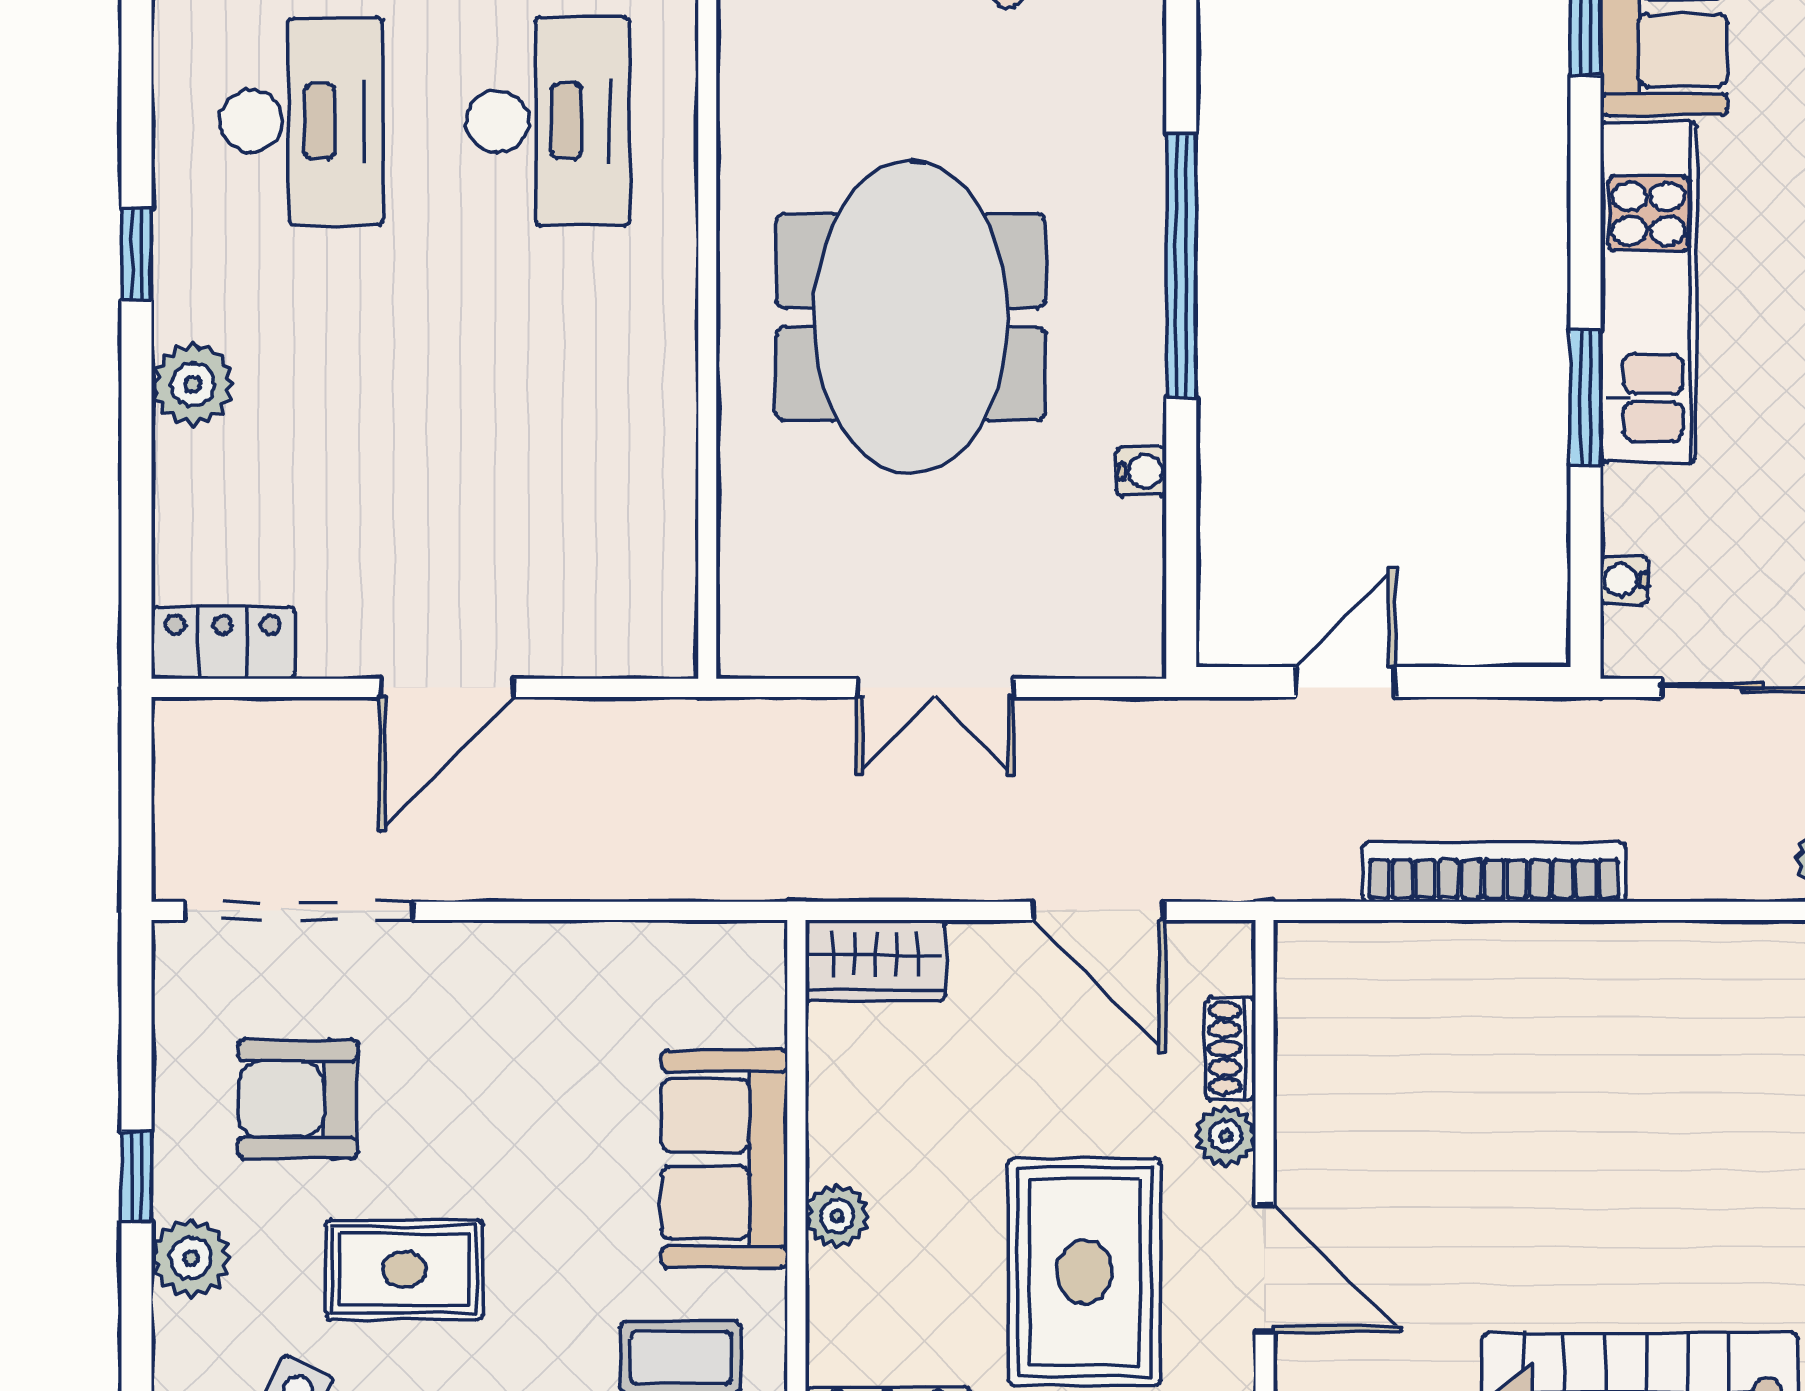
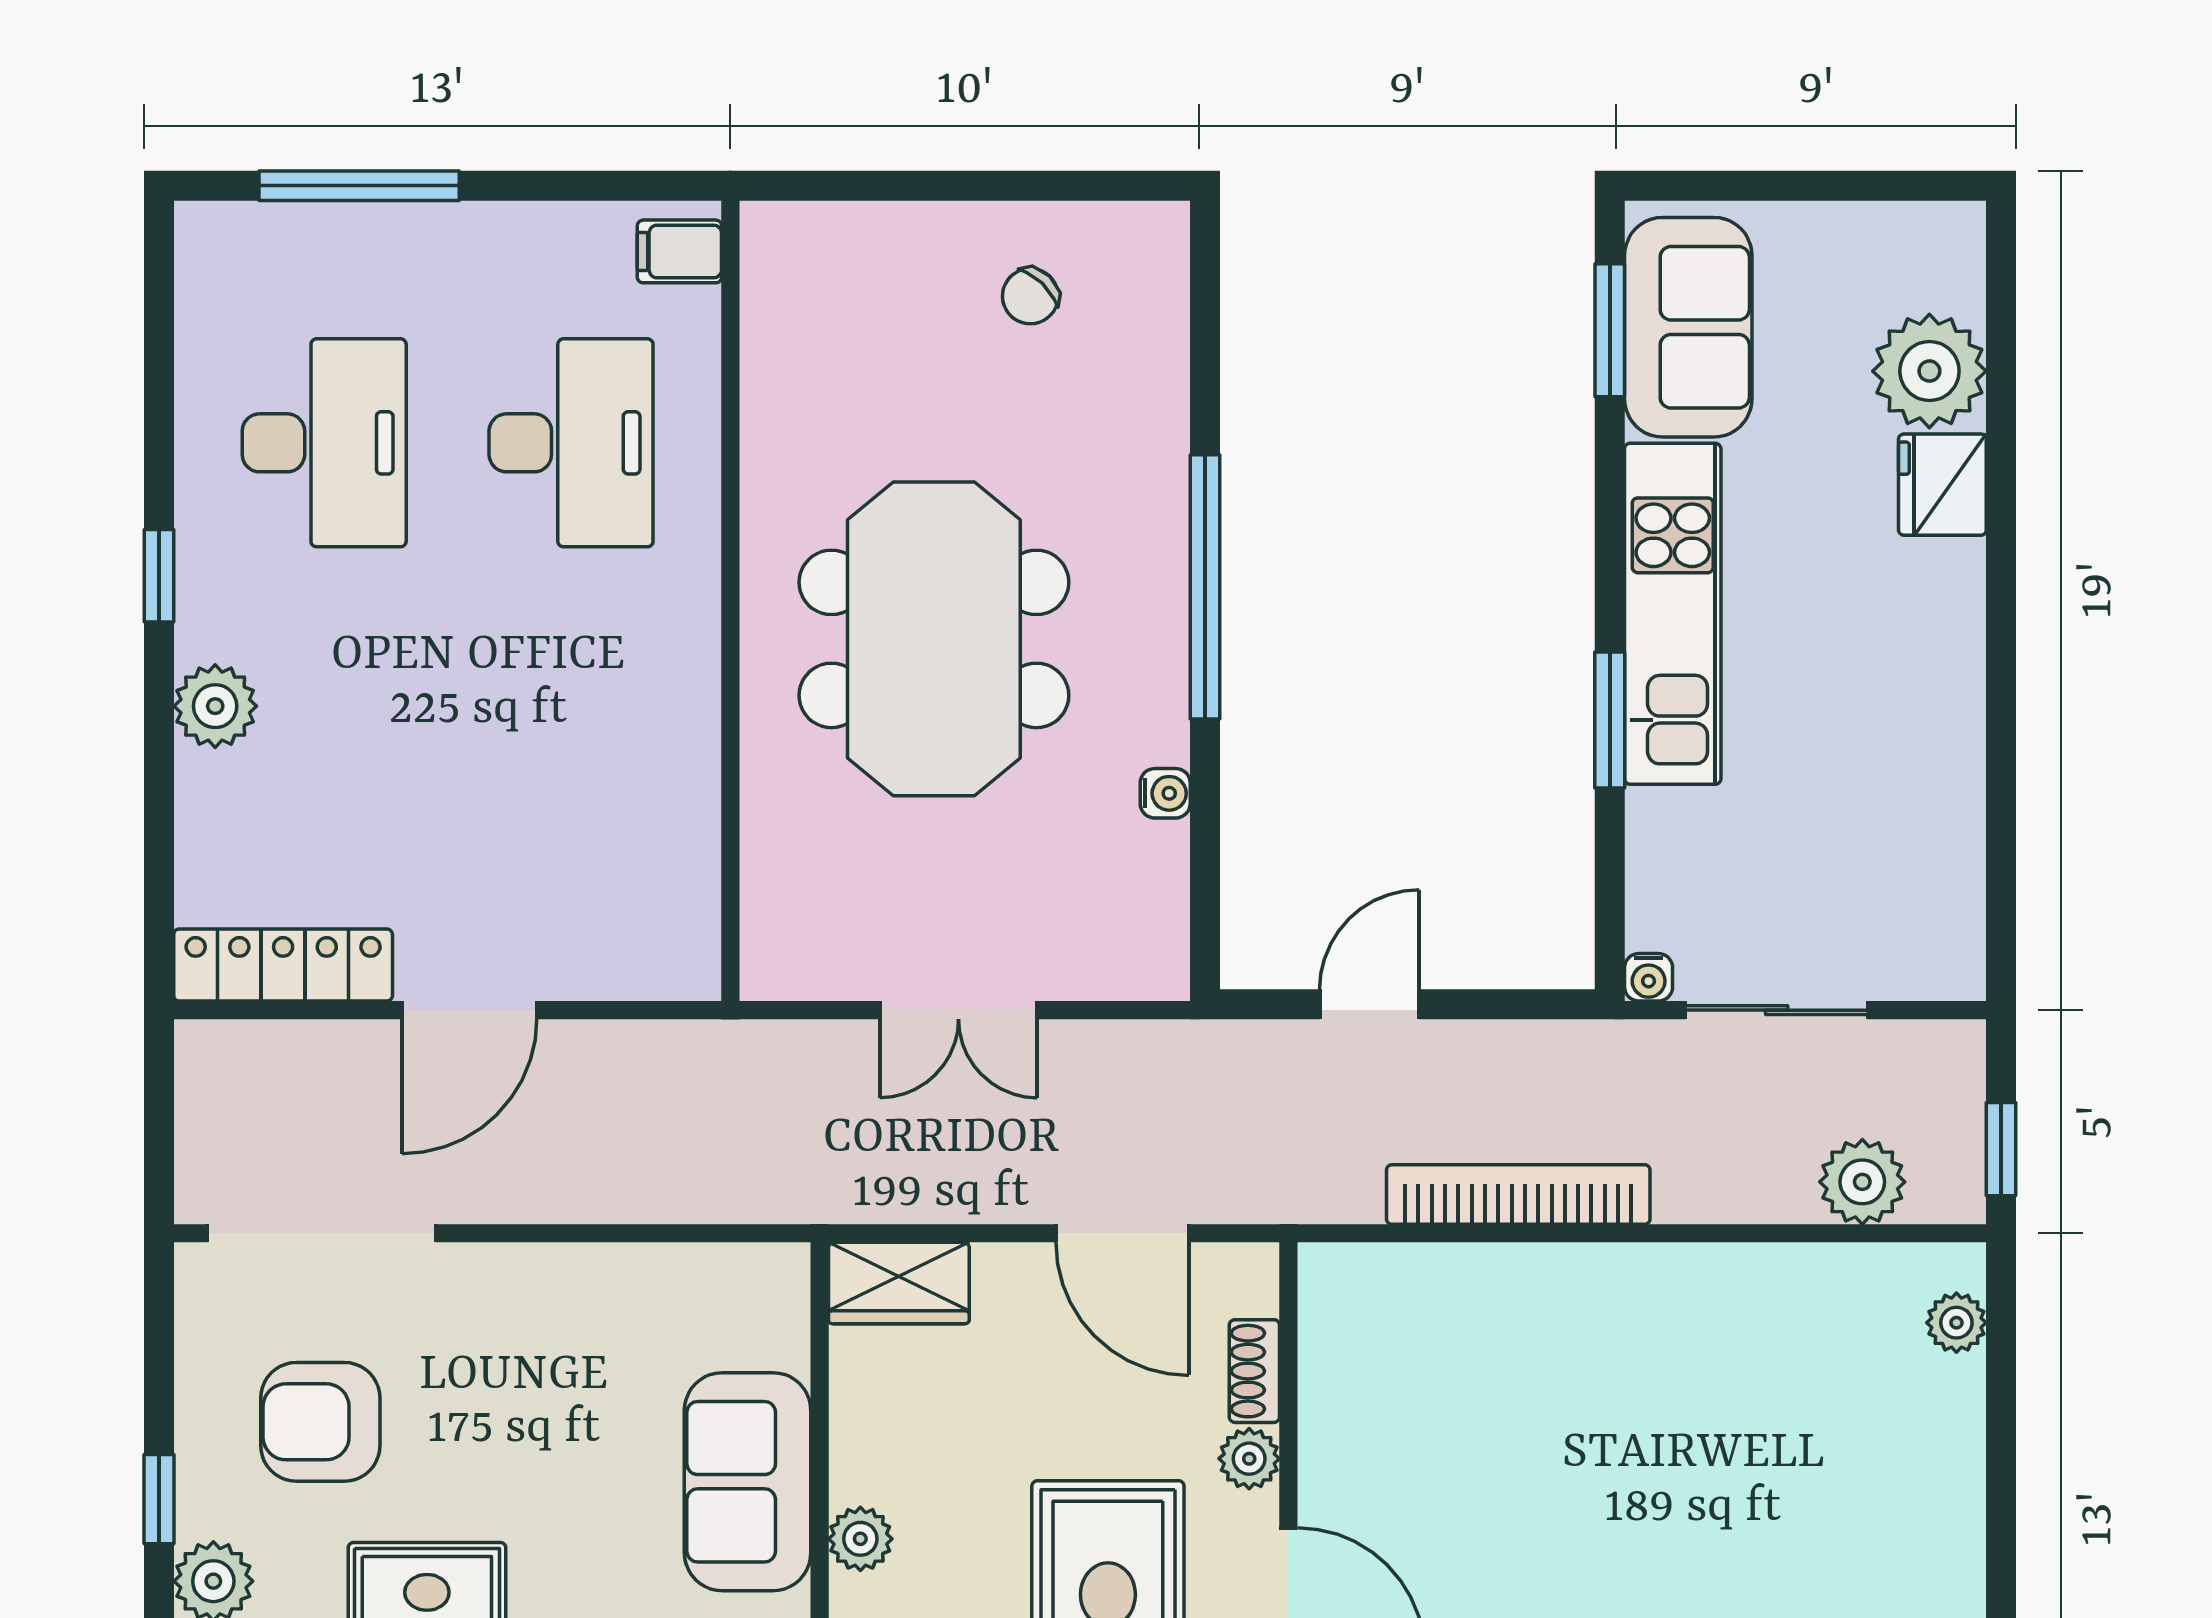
water cooler: (1624, 580) -> (1649, 977), moved, turned -90
locker: (223, 643) -> (283, 965), width x1.53

